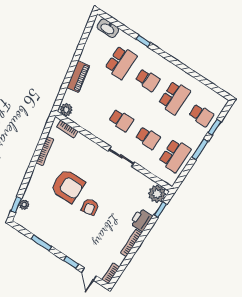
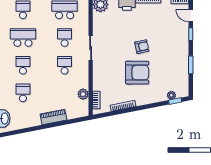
school desk: (121, 62) -> (23, 93), width x0.54
plant: (66, 110) -> (83, 94), moved
armchair: (68, 186) -> (137, 73), turned 90
door: (89, 274) -> (191, 16), swing flipped

